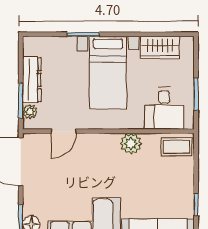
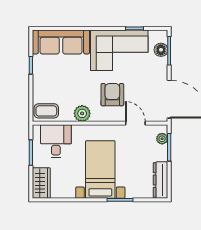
wardrobe: (160, 47) -> (41, 183), moved, turned 90
dresser: (32, 80) -> (161, 180), moved
door: (64, 131) -> (135, 123), hinge flipped
armchair: (93, 167) -> (112, 95), added

